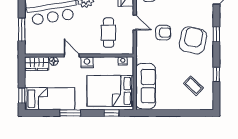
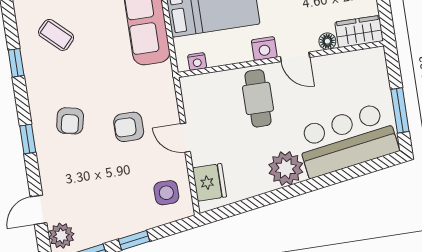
window: (22, 30) -> (400, 110), moved
cafe table: (108, 33) -> (258, 98), moved
armchair: (193, 40) -> (70, 121), width x0.53, depth x0.53

